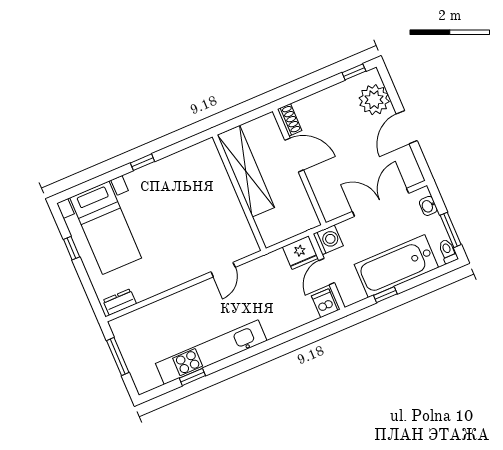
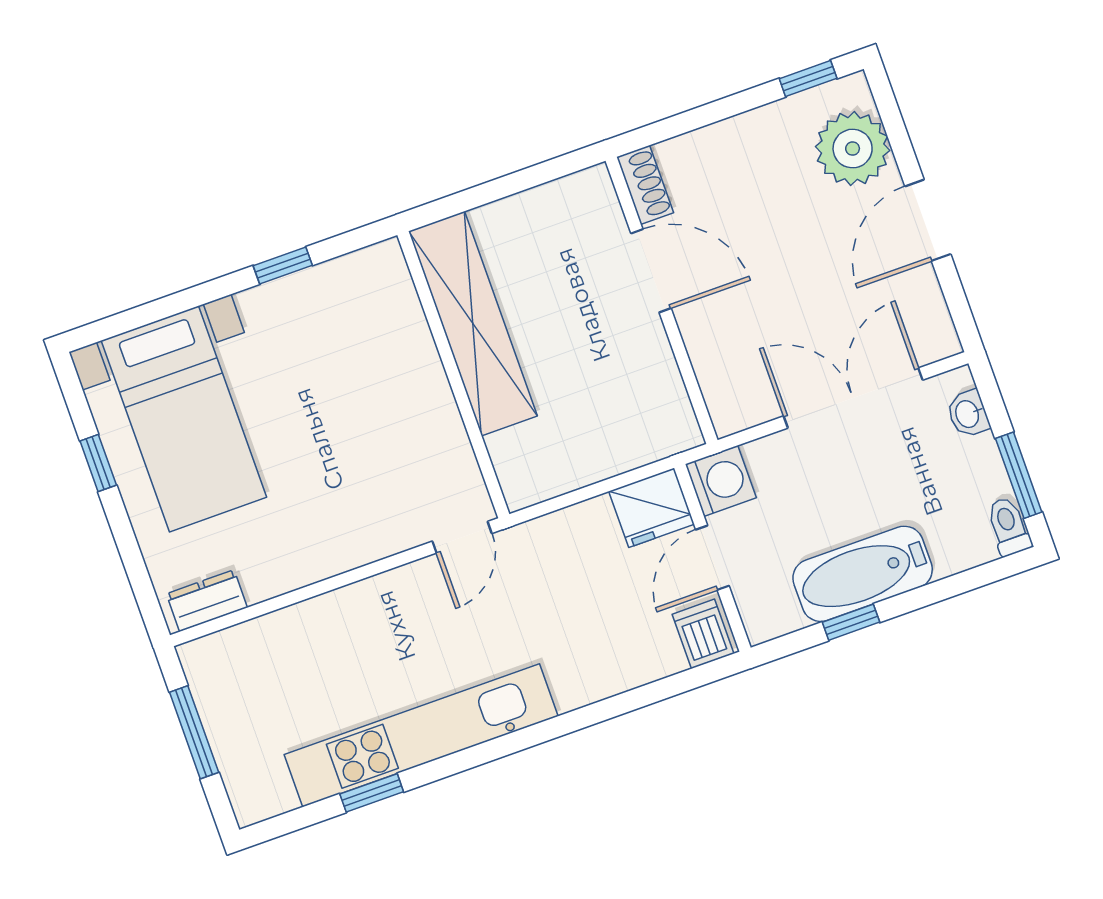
shelving: (246, 171) -> (473, 324), moved
wall: (239, 193) -> (453, 375), moved
bathtub: (396, 266) -> (863, 574), width x0.73, depth x0.73

